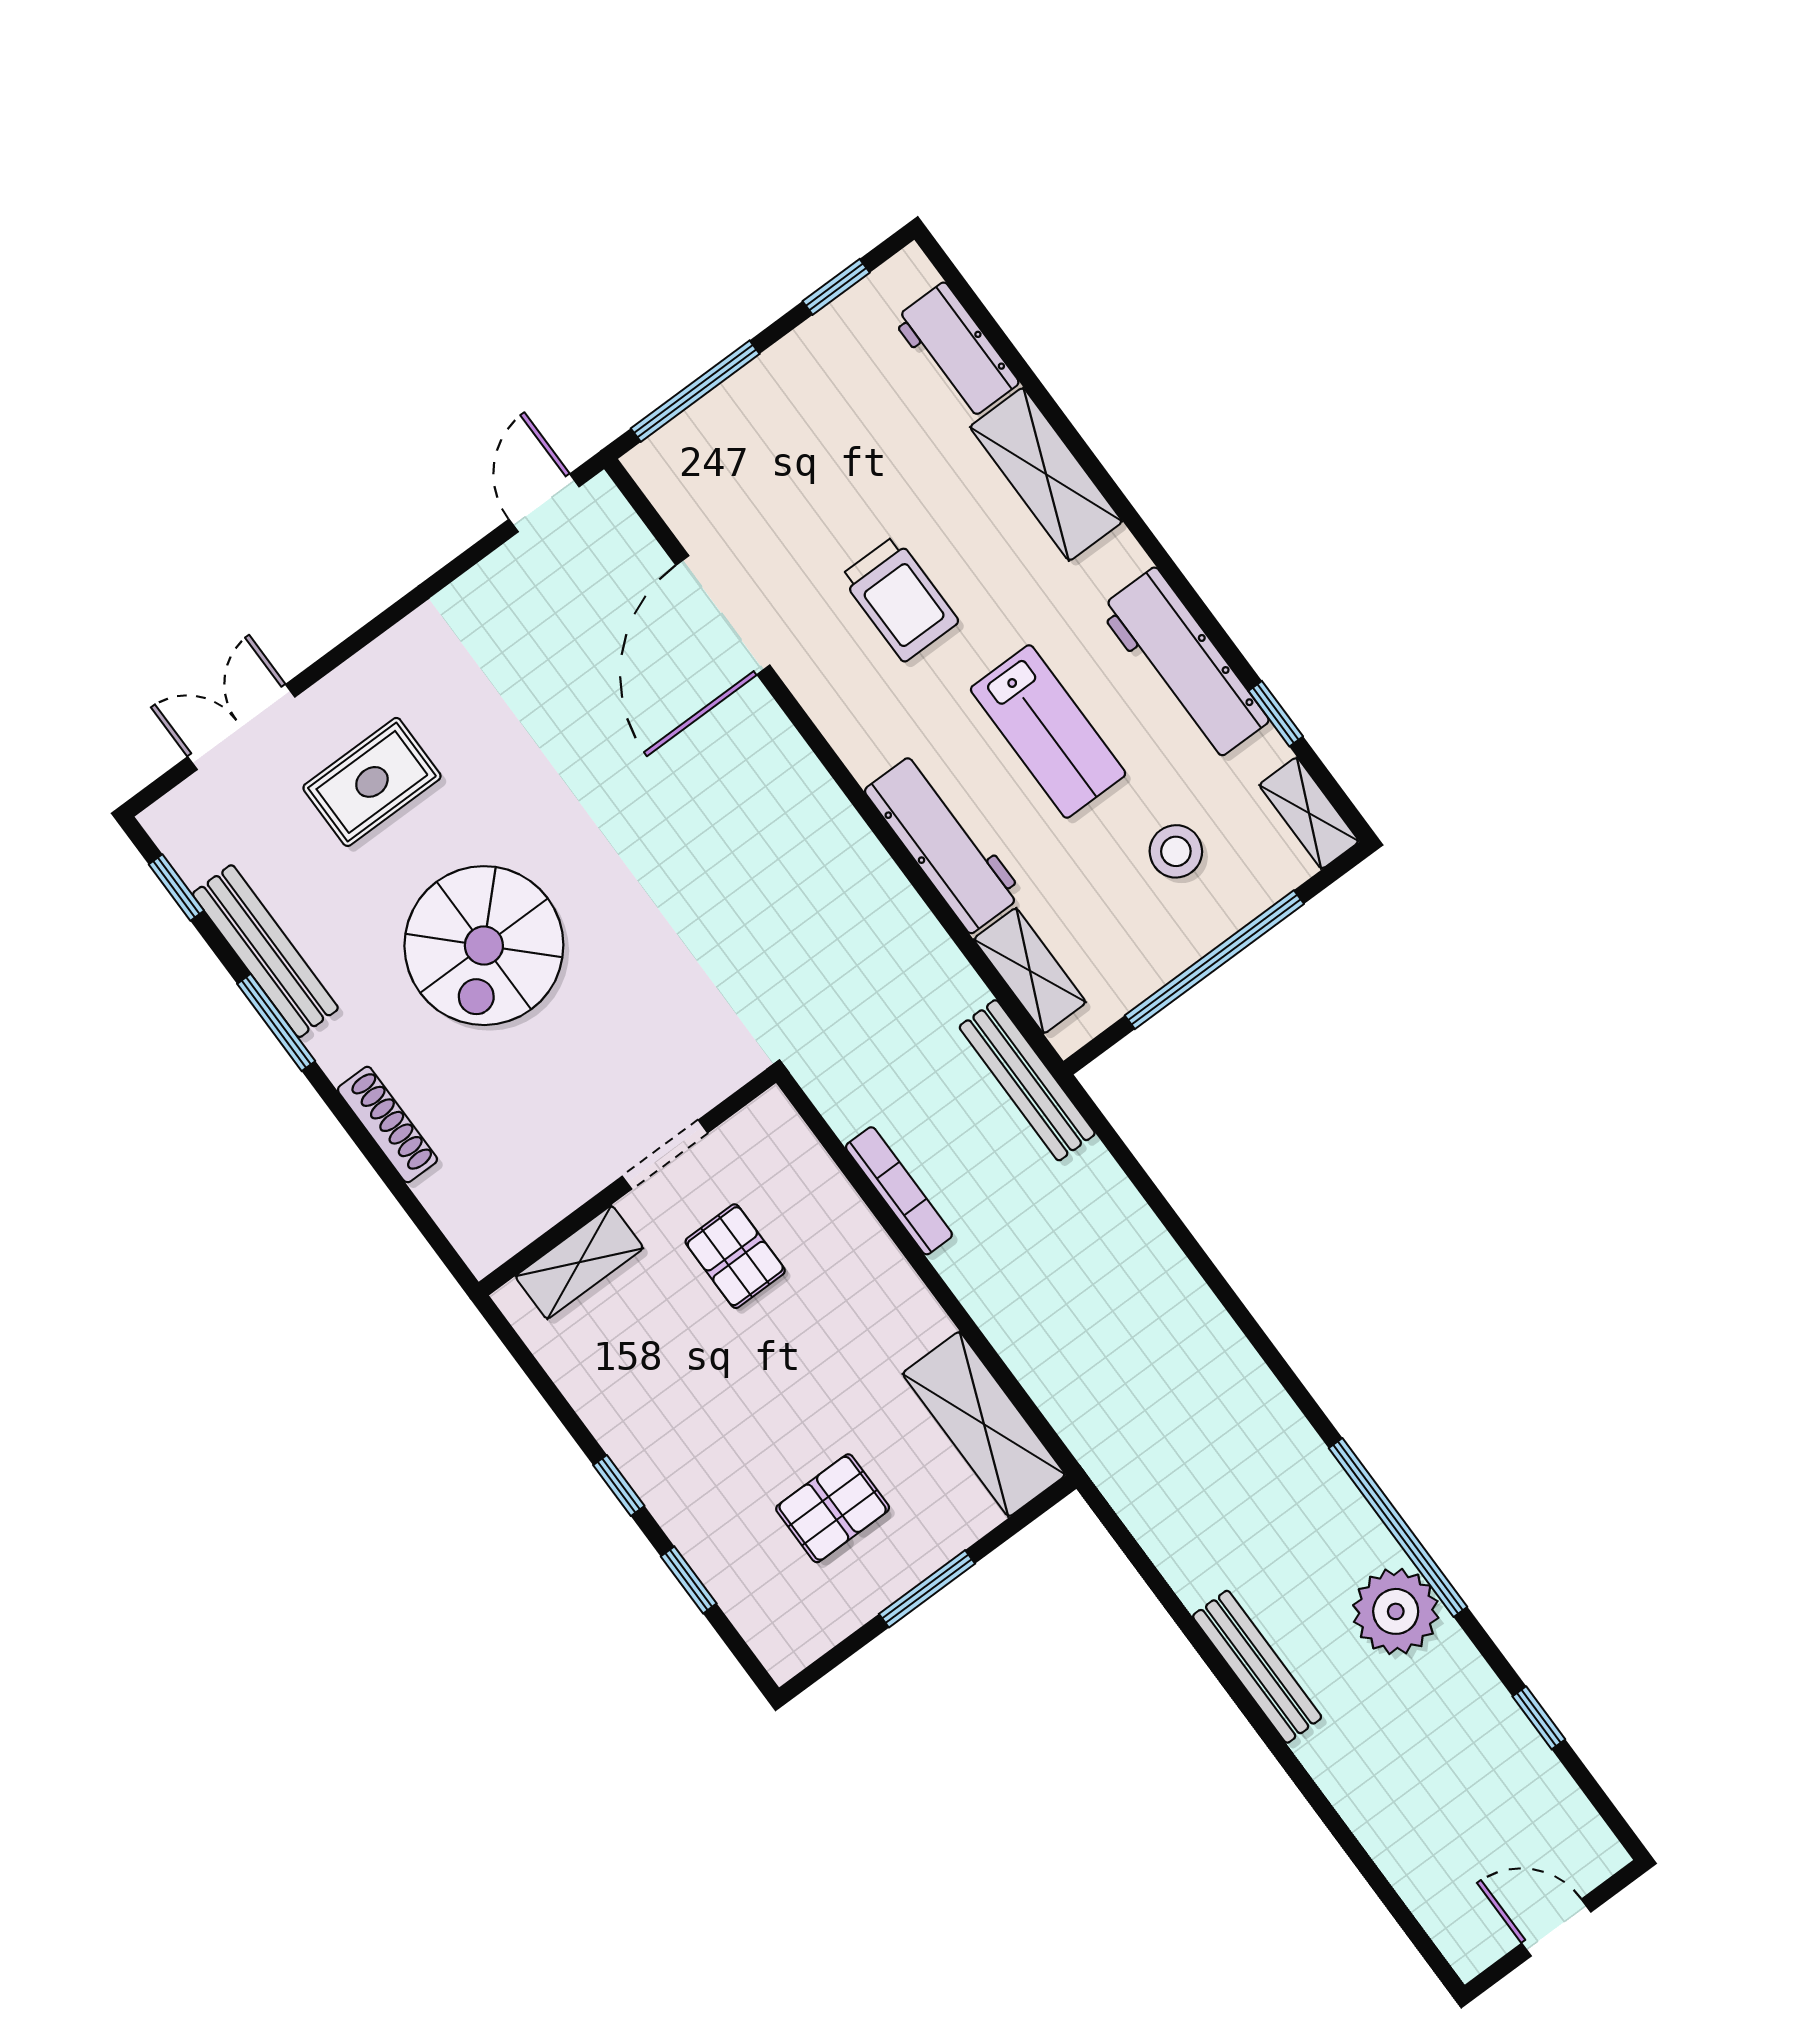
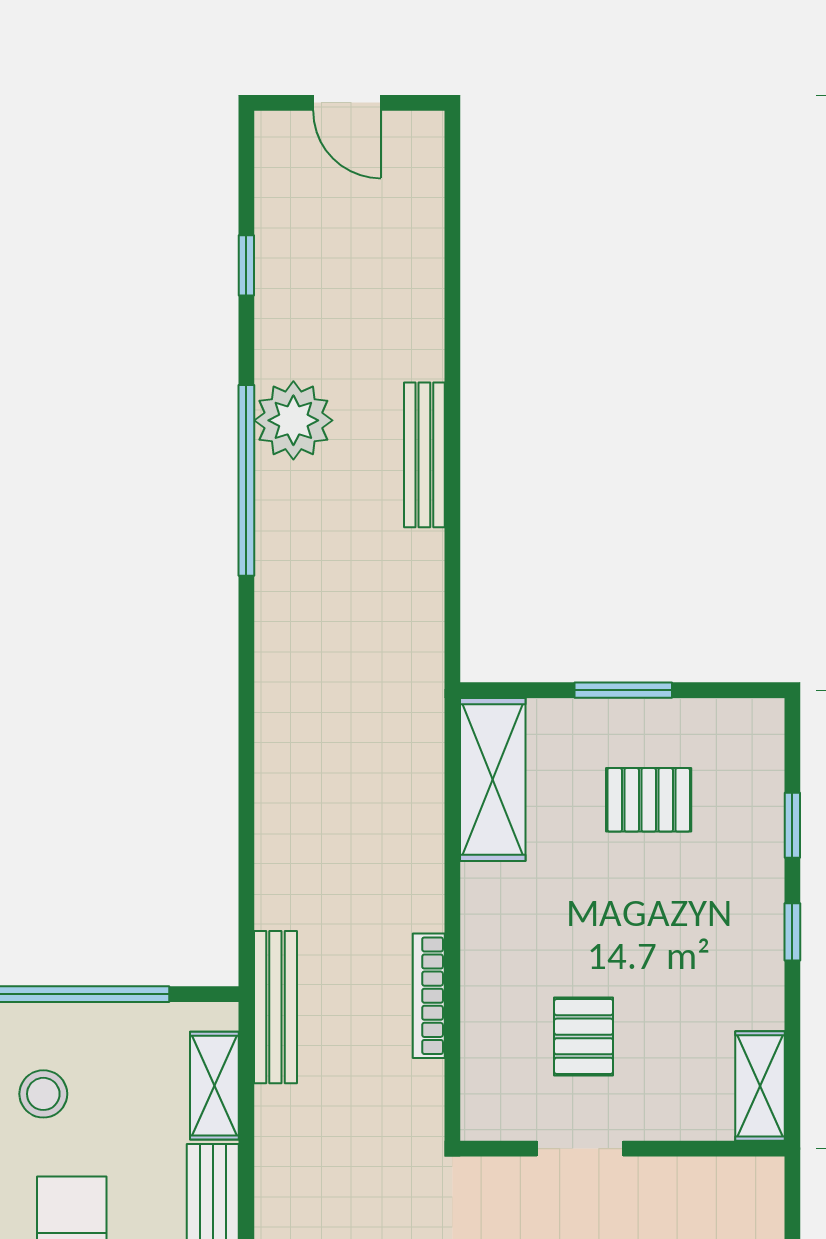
shelving: (579, 1262) -> (760, 1086), moved, turned 90

